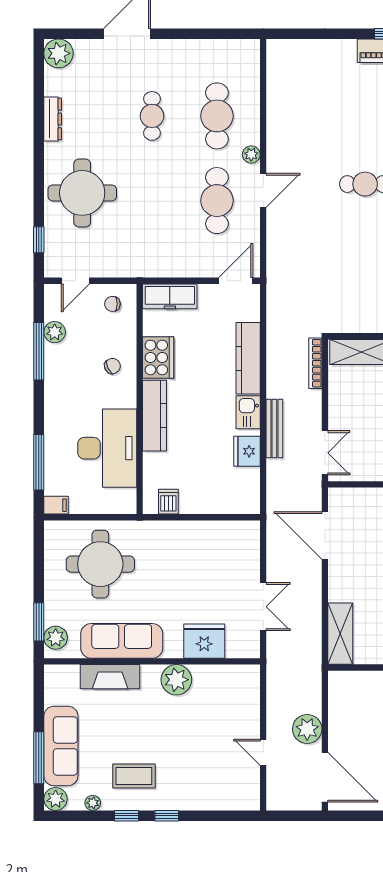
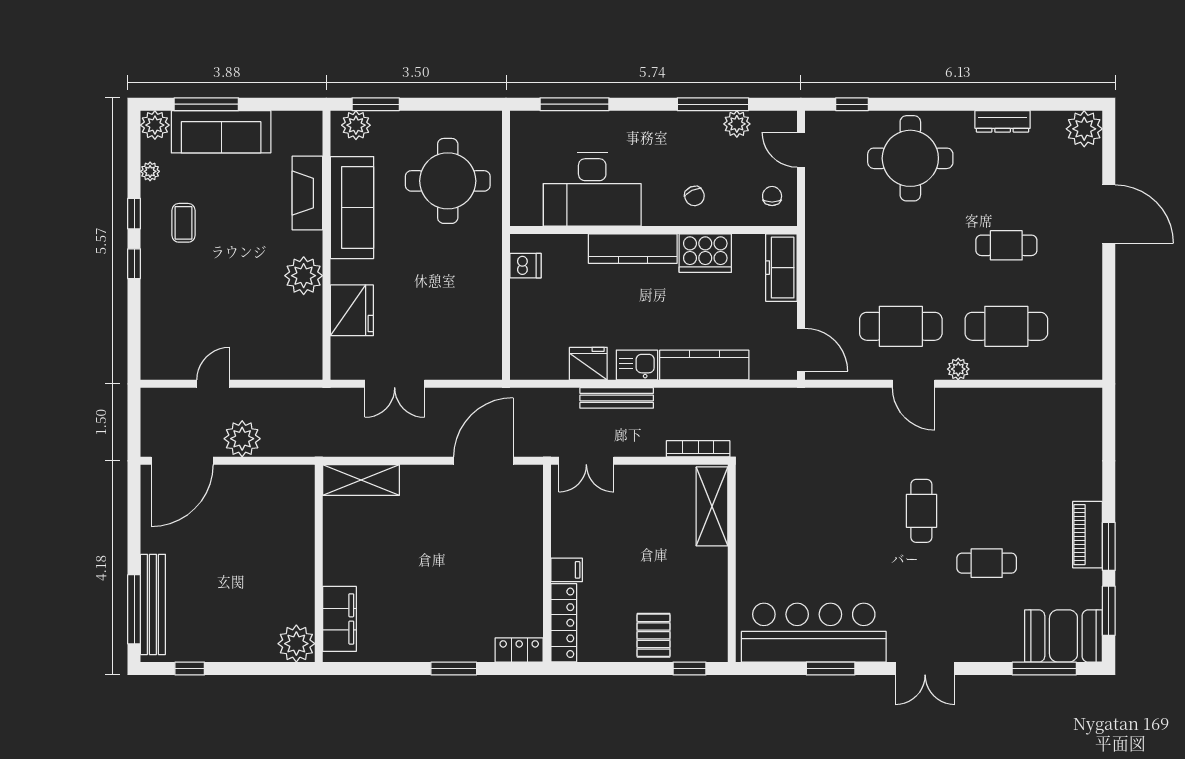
filing cabinet: (56, 505) -> (521, 126), removed
coffee table: (134, 776) -> (184, 223), width x0.73, depth x0.77

